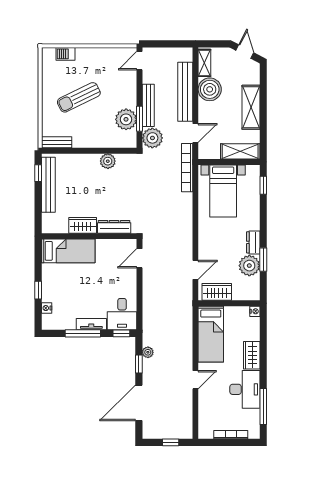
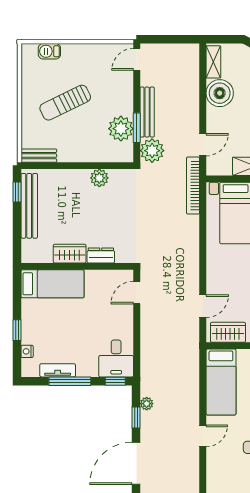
bench: (185, 92) -> (191, 96), removed
dresser: (114, 227) -> (101, 255), width x0.70
tv unit: (91, 324) -> (58, 370), moved

